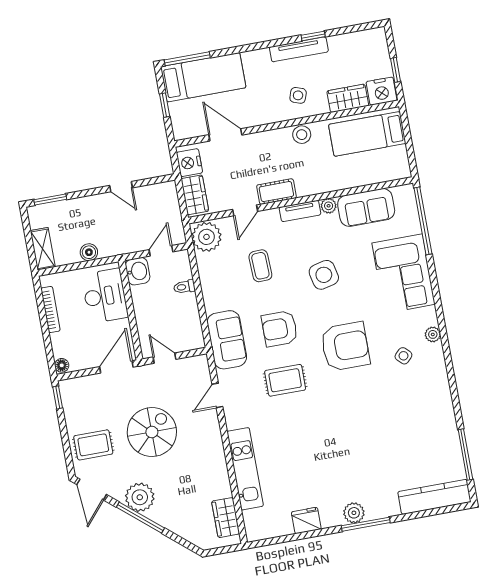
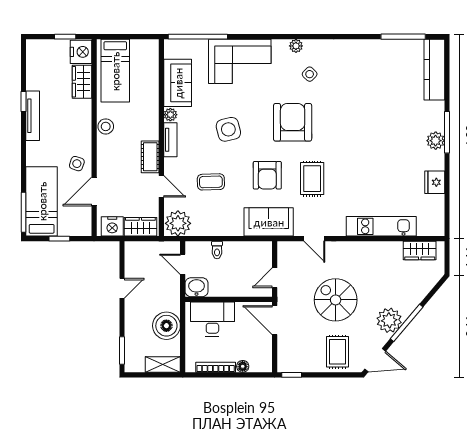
side table: (298, 95) -> (77, 164), moved
boiler: (89, 252) -> (166, 326), width x1.86, depth x1.86
floor lamp: (62, 365) -> (243, 366), moved

